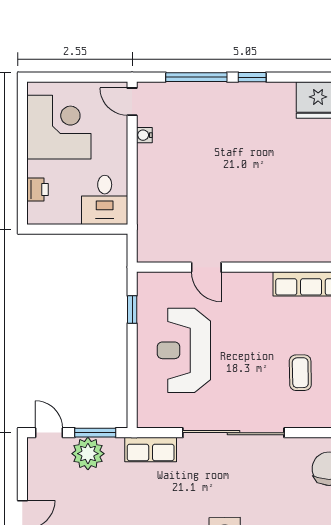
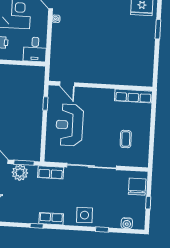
door: (206, 267) -> (67, 84), moved

